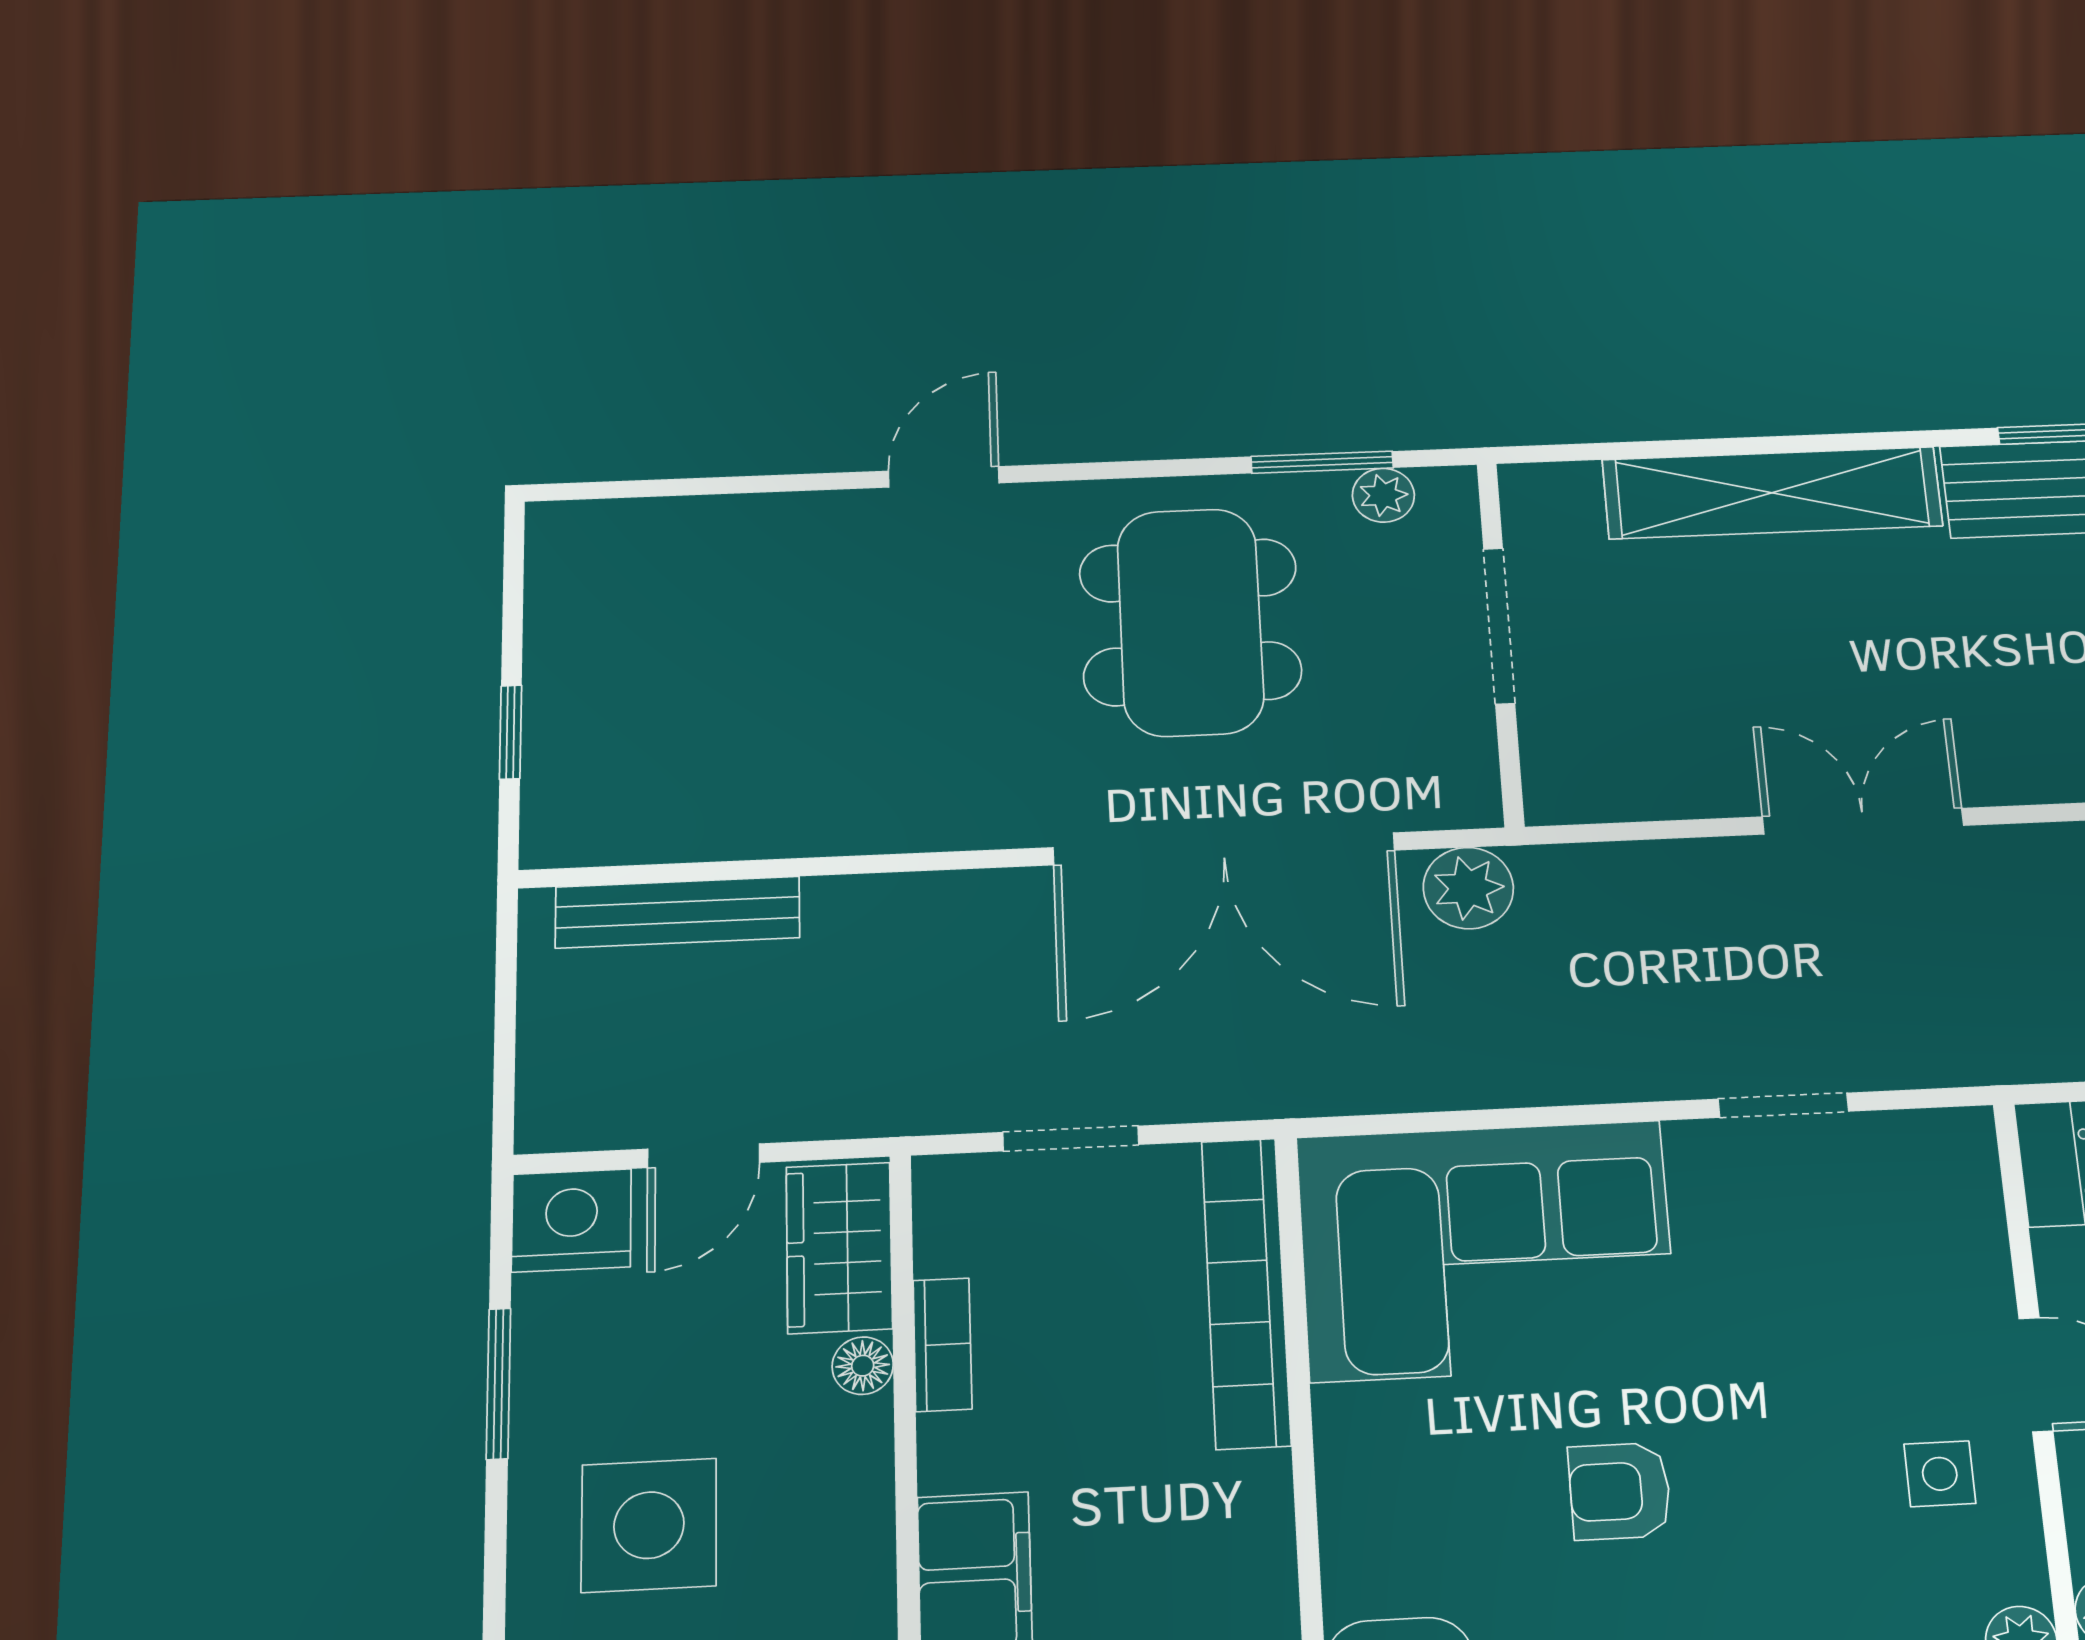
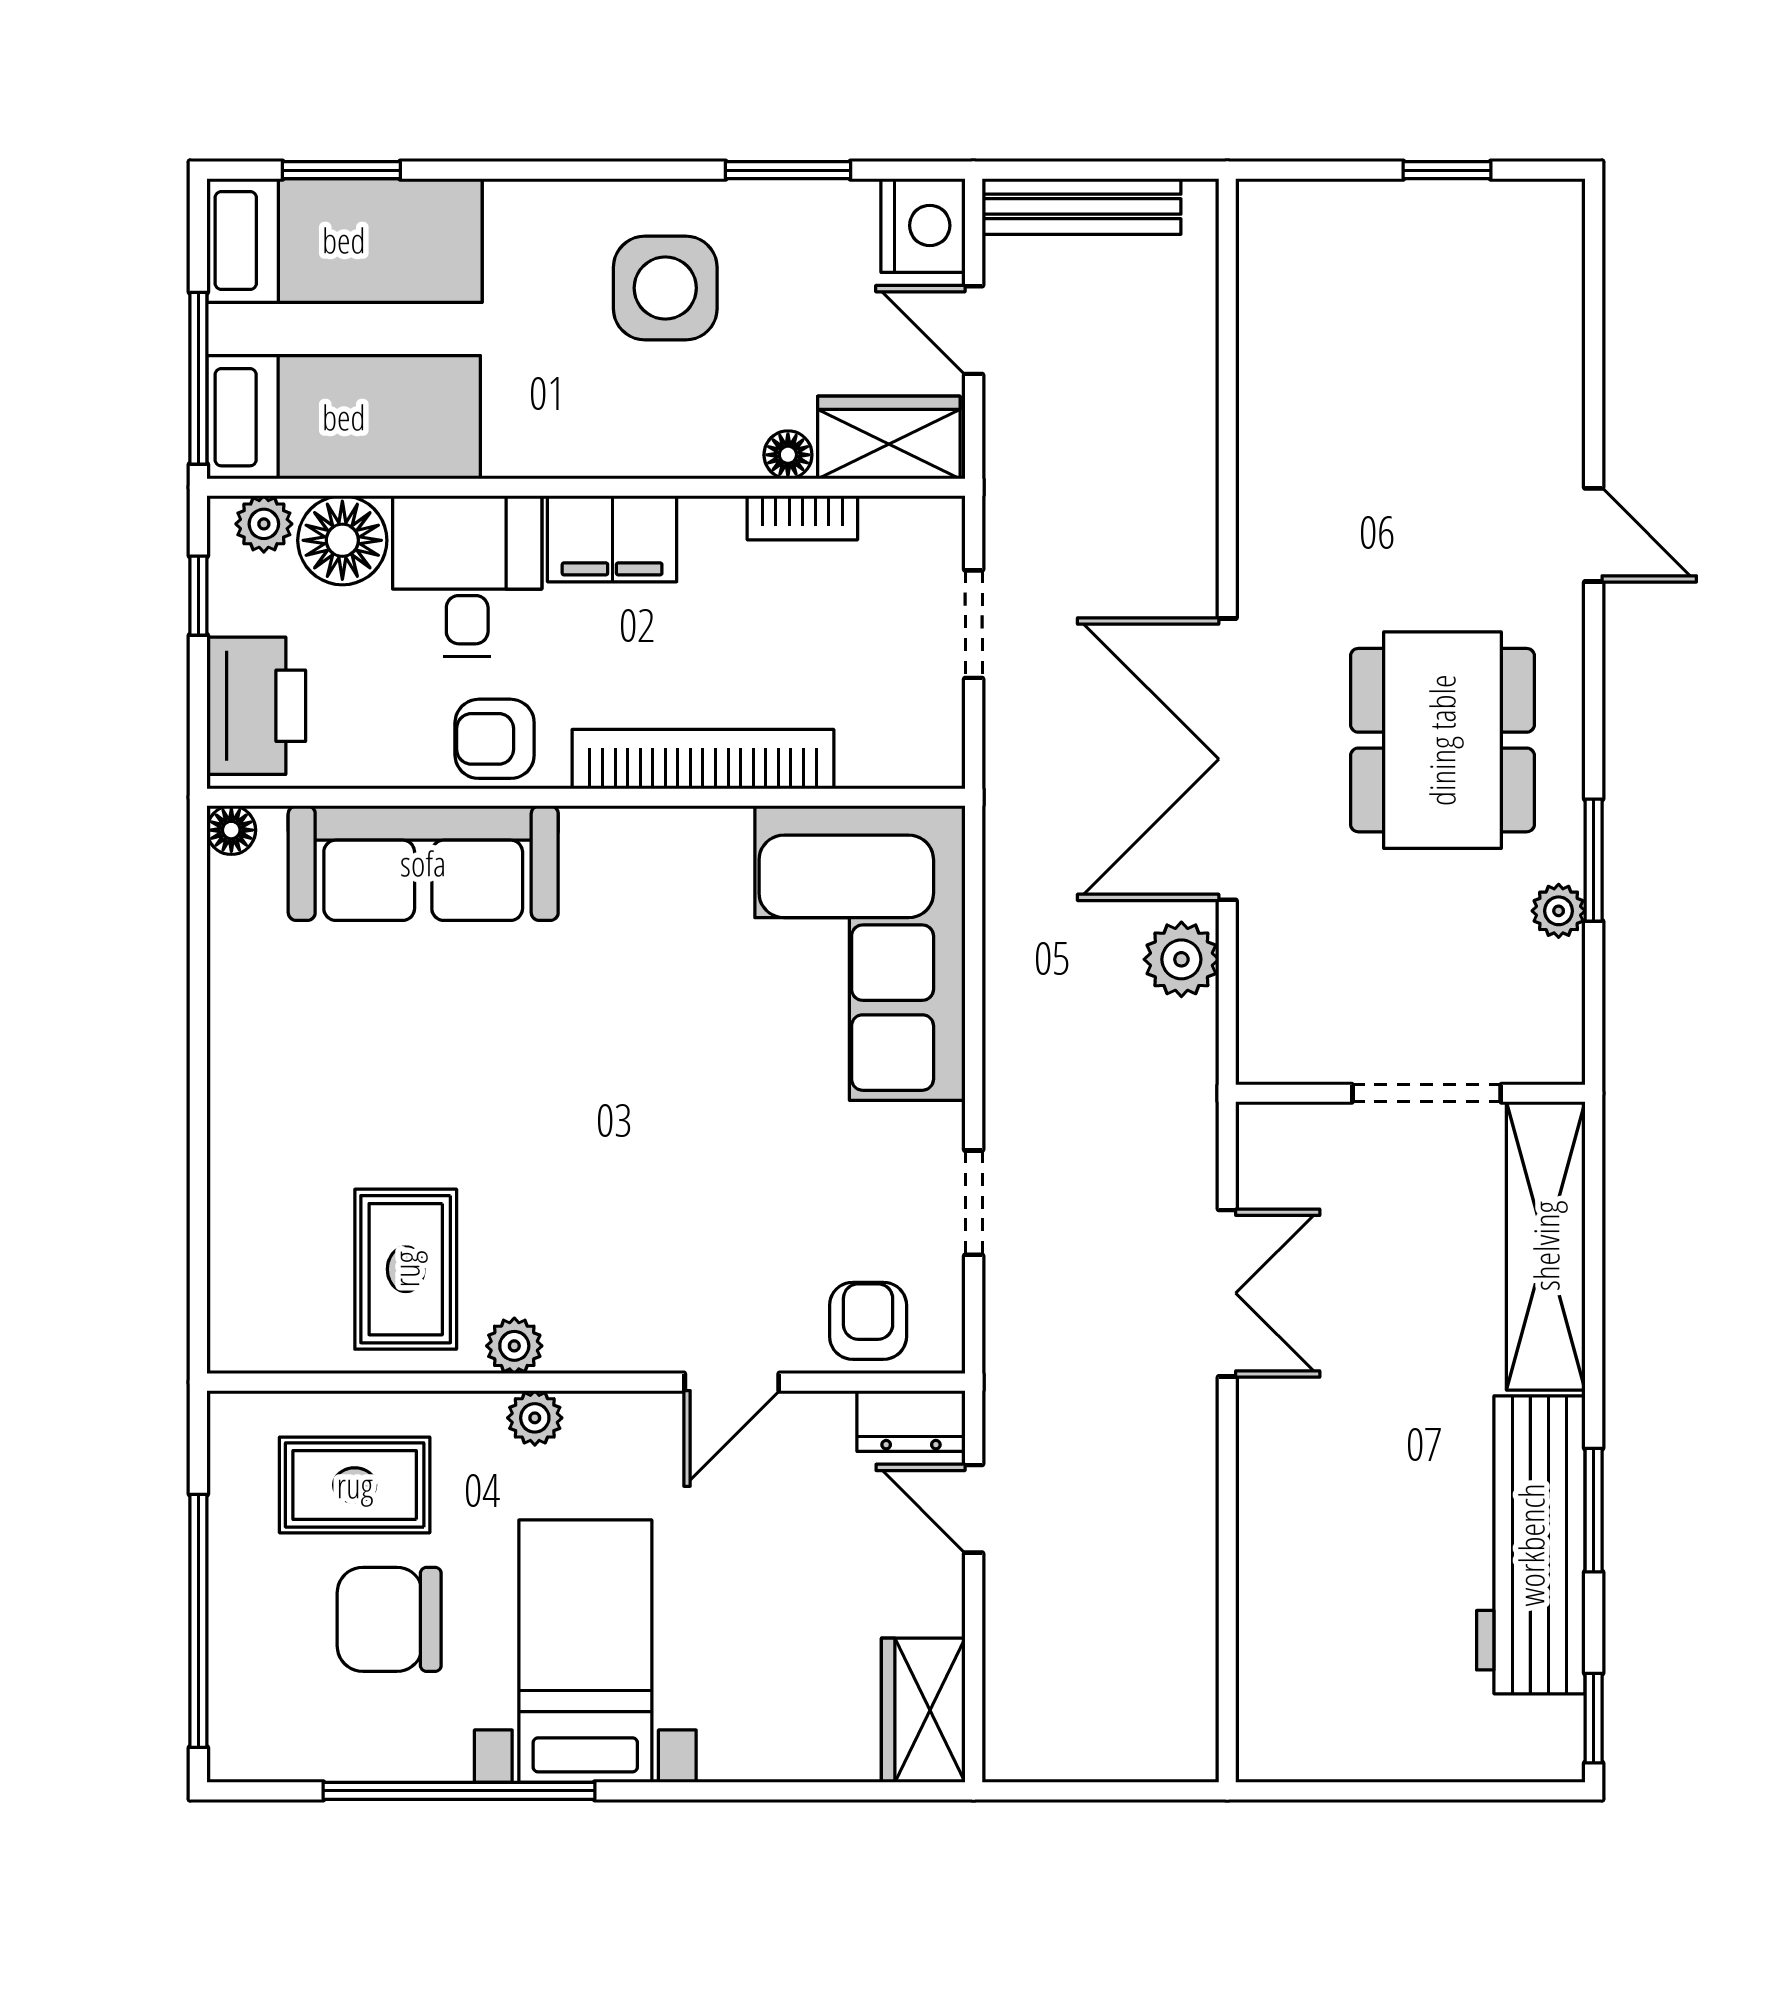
dining table: (1190, 622) -> (1442, 740), turned 90
doorway: (1499, 626) -> (1427, 1093), moved
wall: (1500, 643) -> (1410, 1093), moved
window: (510, 732) -> (1447, 170), moved
bench: (678, 912) -> (1081, 206), moved, turned 90
bookcase: (1246, 1292) -> (703, 759), moved
side table: (1940, 1474) -> (653, 1297), removed
armchair: (1620, 1491) -> (868, 1321), moved

